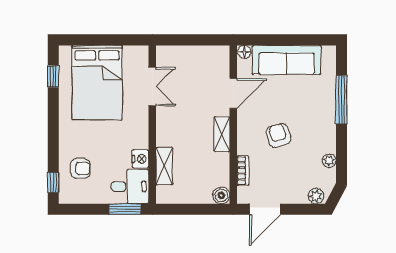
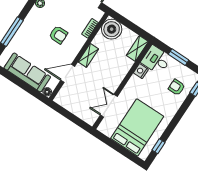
armchair: (278, 135) -> (58, 35), turned -73
shelving: (164, 166) -> (137, 48), moved
boiler: (221, 195) -> (112, 29), width x1.86, depth x1.86
window: (125, 209) -> (179, 57), moved

